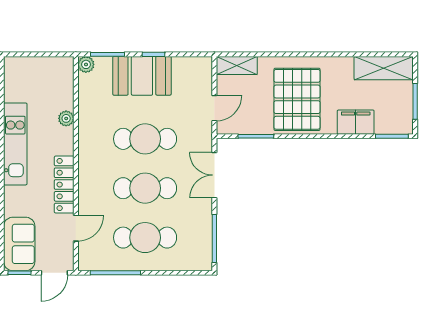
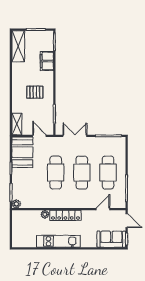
booth: (142, 76) -> (22, 152), moved
pallet: (297, 99) -> (35, 92), width x0.49, depth x0.50
double door: (214, 175) -> (75, 136), swing flipped
locker: (64, 185) -> (65, 215), moved
door: (76, 228) -> (103, 209), hinge flipped

